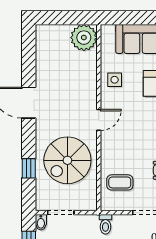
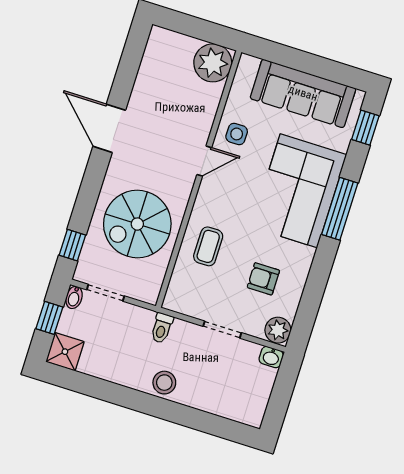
door: (99, 120) -> (204, 161), moved
window: (29, 168) -> (72, 245), moved
coffee table: (120, 182) -> (208, 246), moved, turned 90

